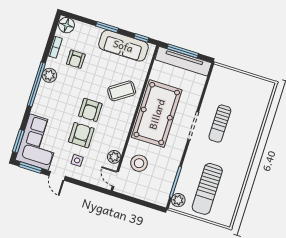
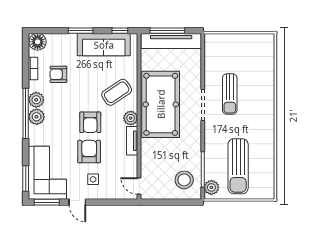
armchair: (76, 59) -> (58, 74), turned 90
plant: (45, 90) -> (37, 117), added
tv unit: (122, 138) -> (132, 141), added
plant: (114, 157) -> (131, 118), moved
stool: (139, 163) -> (184, 180), moved

